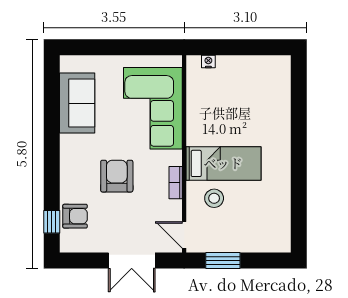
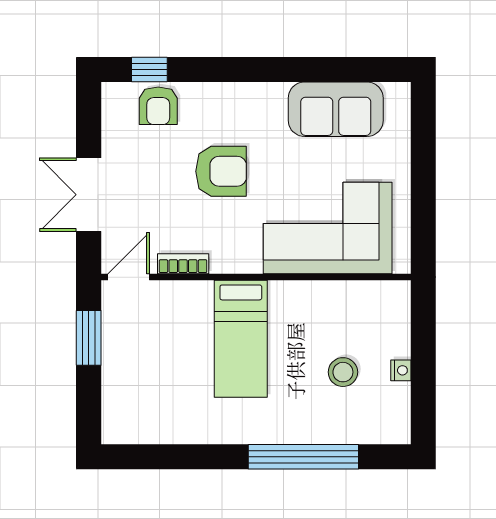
nightstand: (208, 62) -> (401, 370), moved
window: (299, 124) -> (303, 457), added
bookcase: (176, 183) -> (183, 264), moved
stool: (214, 198) -> (343, 372), moved

